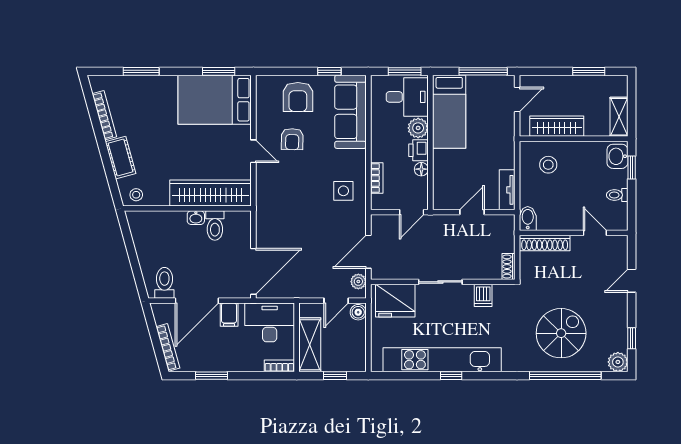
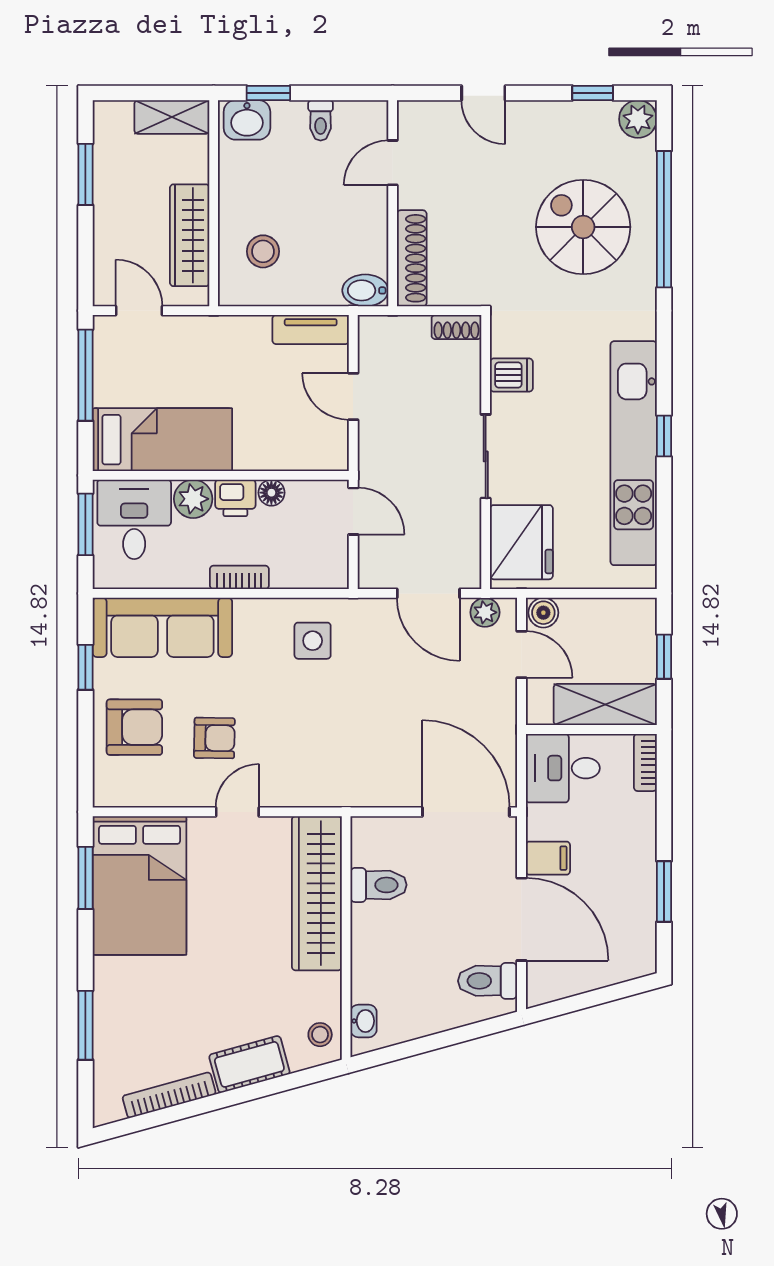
bookcase: (377, 178) -> (239, 577), moved
washbasin: (196, 218) -> (364, 1021), moved
desk: (270, 322) -> (563, 768), width x0.73
bookcase: (168, 347) -> (610, 974), removed

